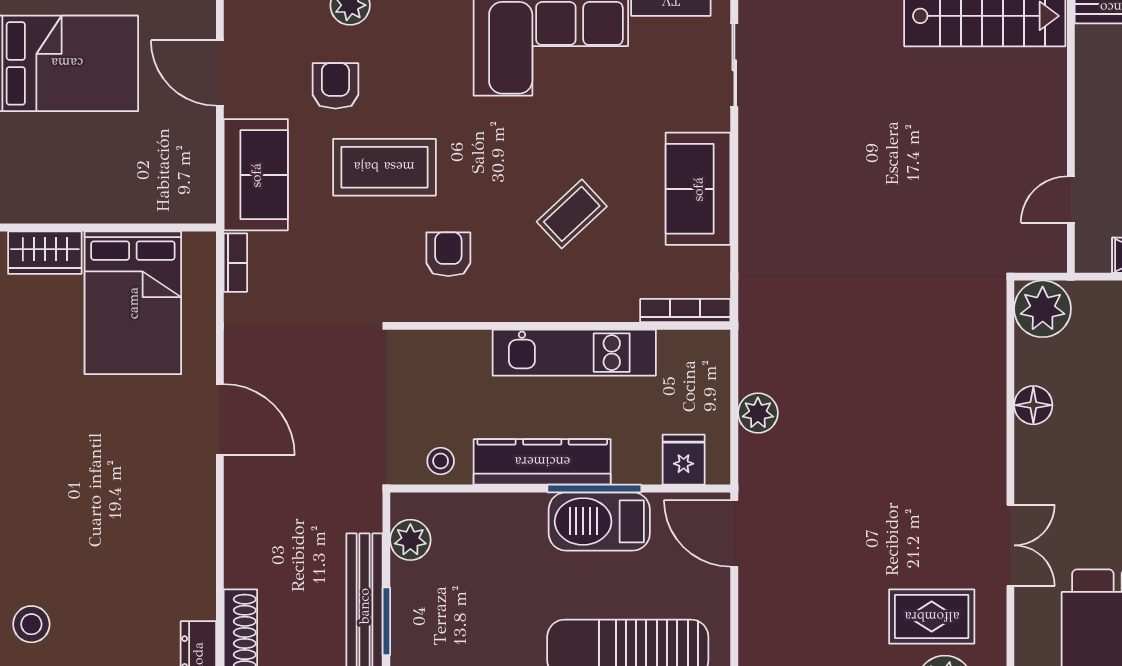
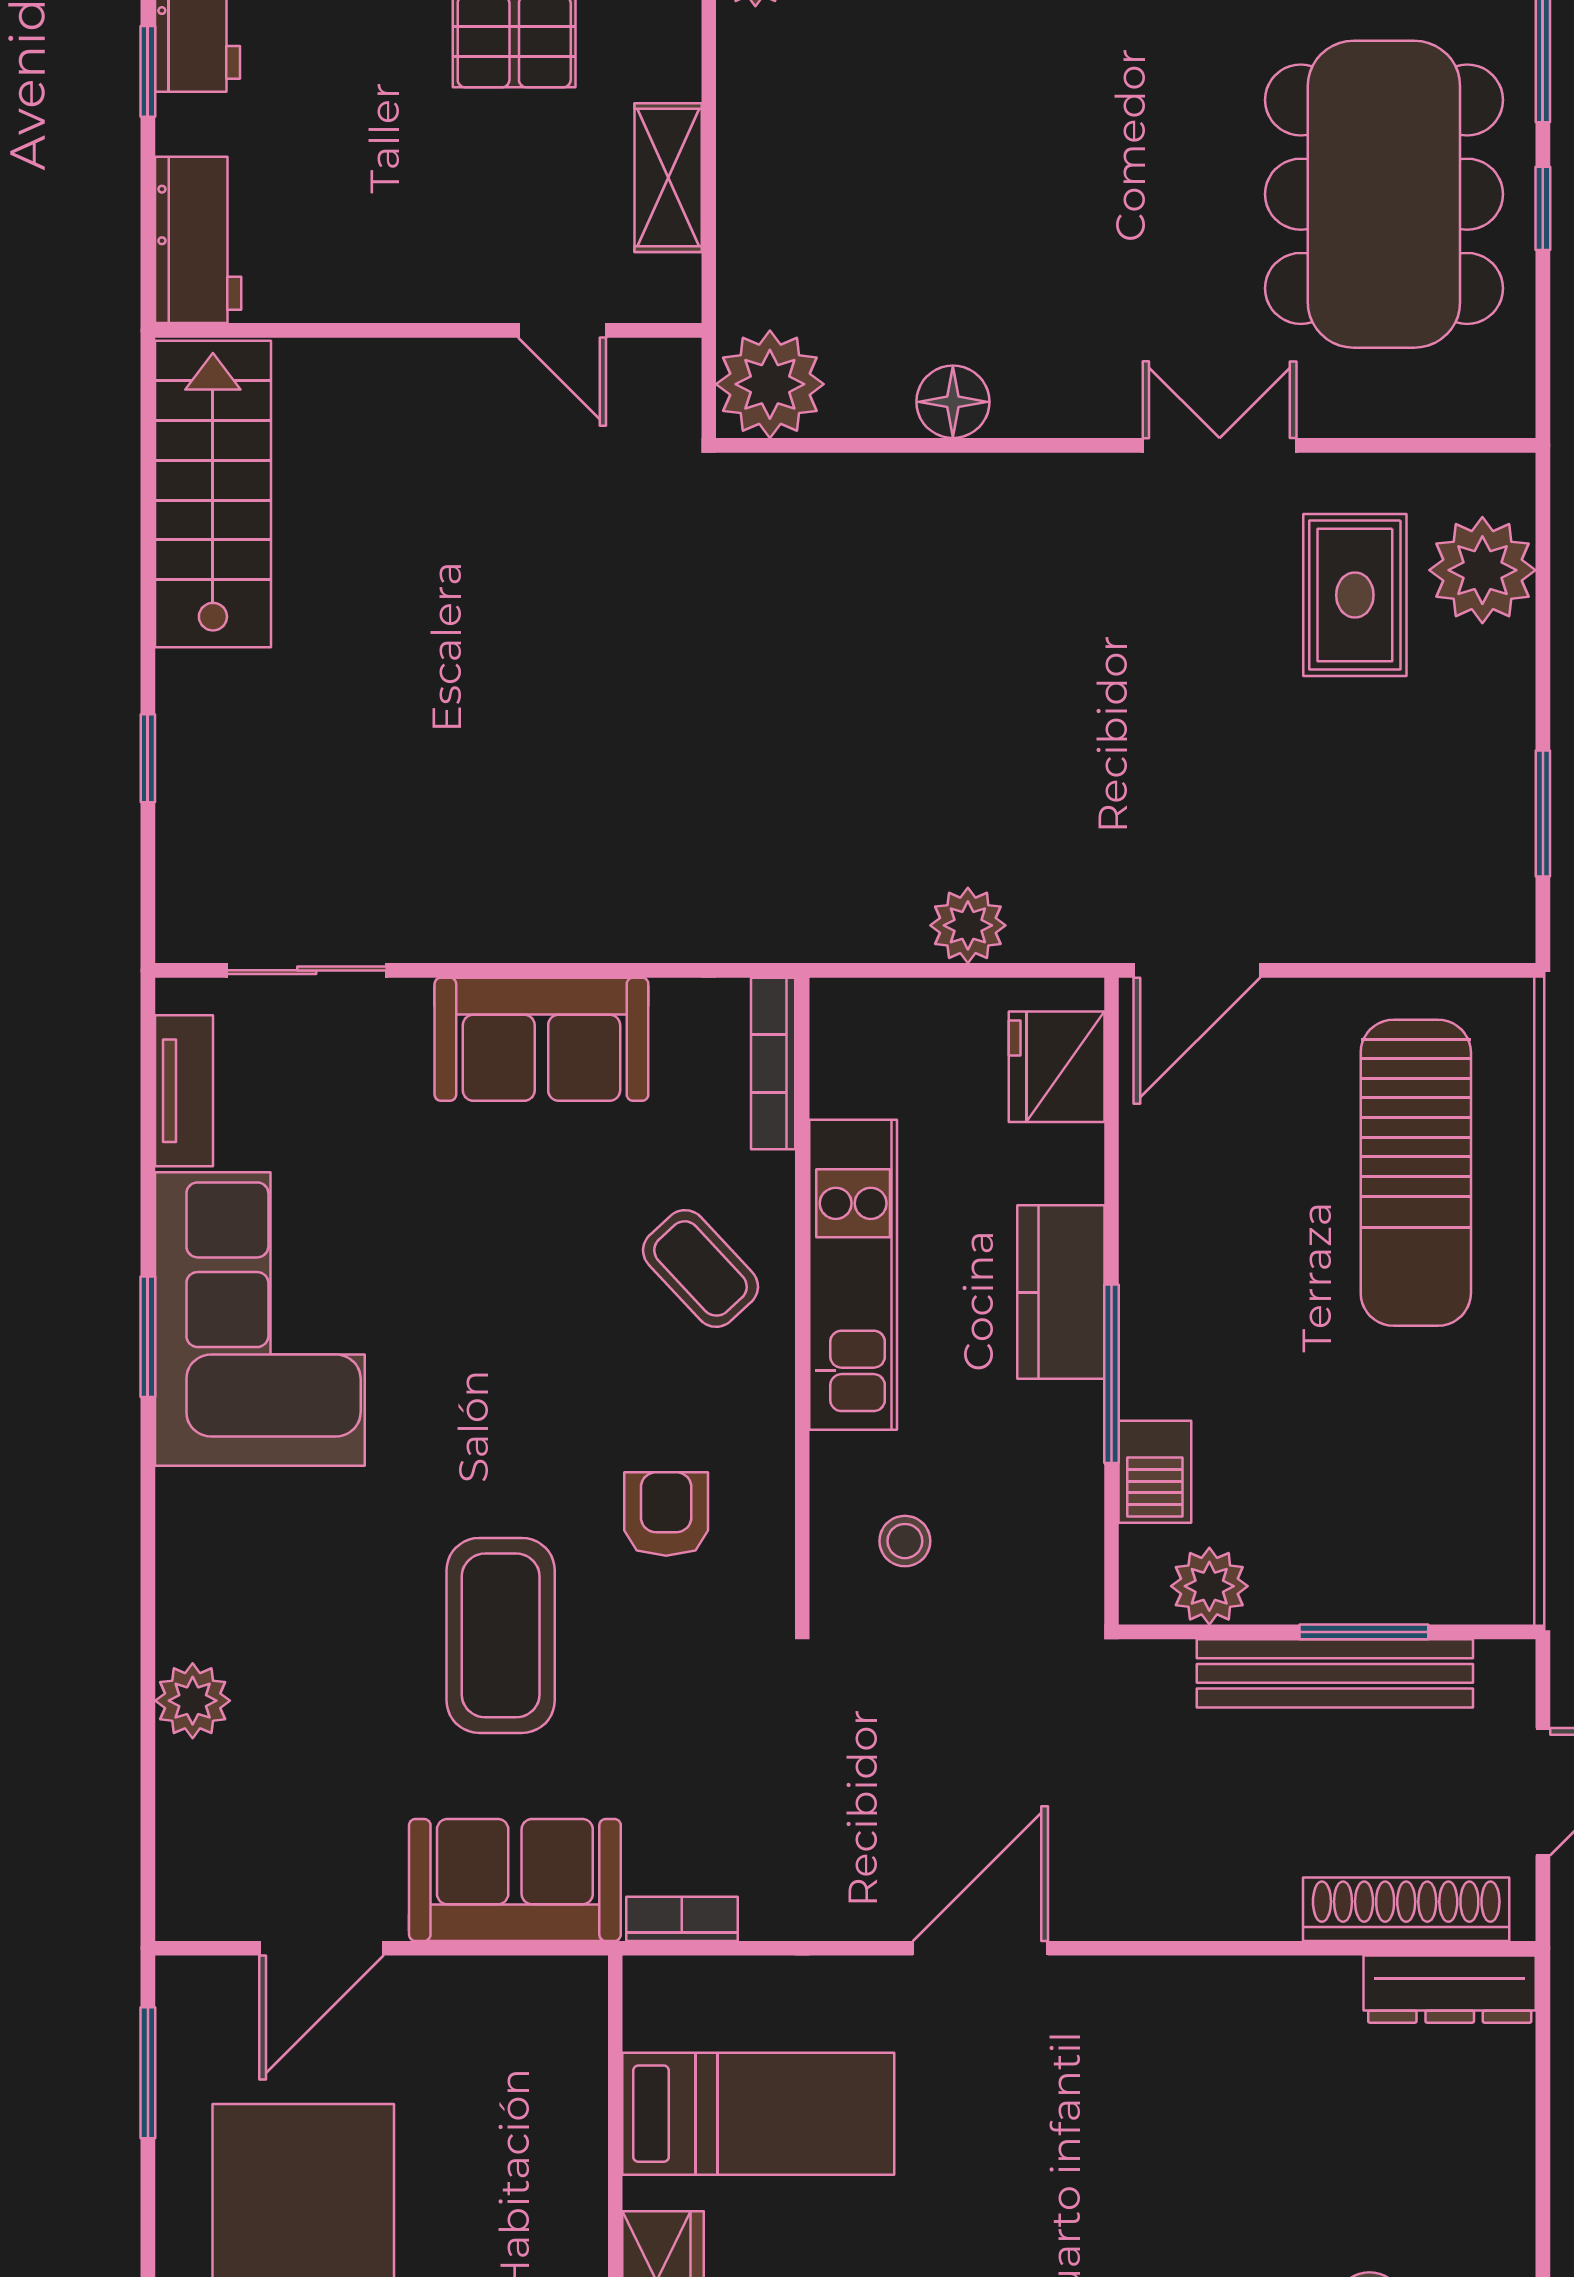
armchair: (335, 86) -> (346, 1729), removed
coffee table: (572, 214) -> (701, 1268), moved
armchair: (448, 254) -> (666, 1514), turned 90
bed: (133, 303) -> (758, 2114), width x0.67
fridge: (684, 460) -> (1057, 1067), width x1.38
stool: (441, 461) -> (905, 1541), moved
kitchen counter: (542, 462) -> (1061, 1292), width x0.67
window: (594, 488) -> (1111, 1374), moved
barbecue: (599, 521) -> (1155, 1472), moved, width x0.53, depth x0.65

